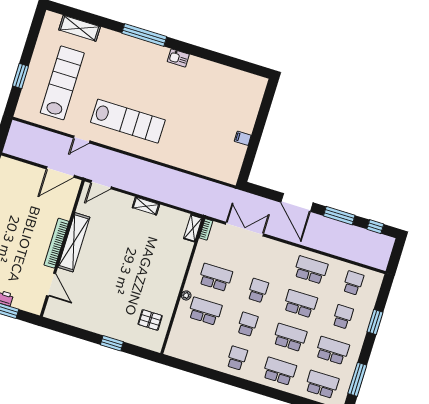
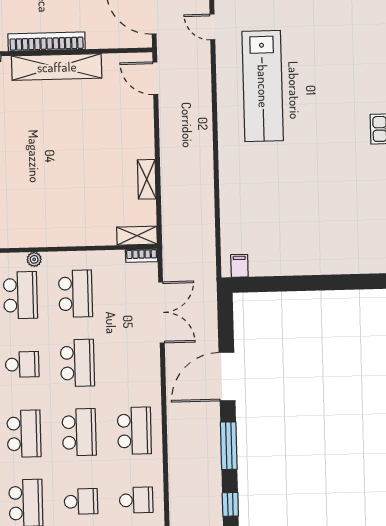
filing cabinet: (243, 138) -> (239, 266), moved
shelving: (146, 206) -> (147, 179), moved
school desk: (258, 291) -> (77, 363), width x1.85

